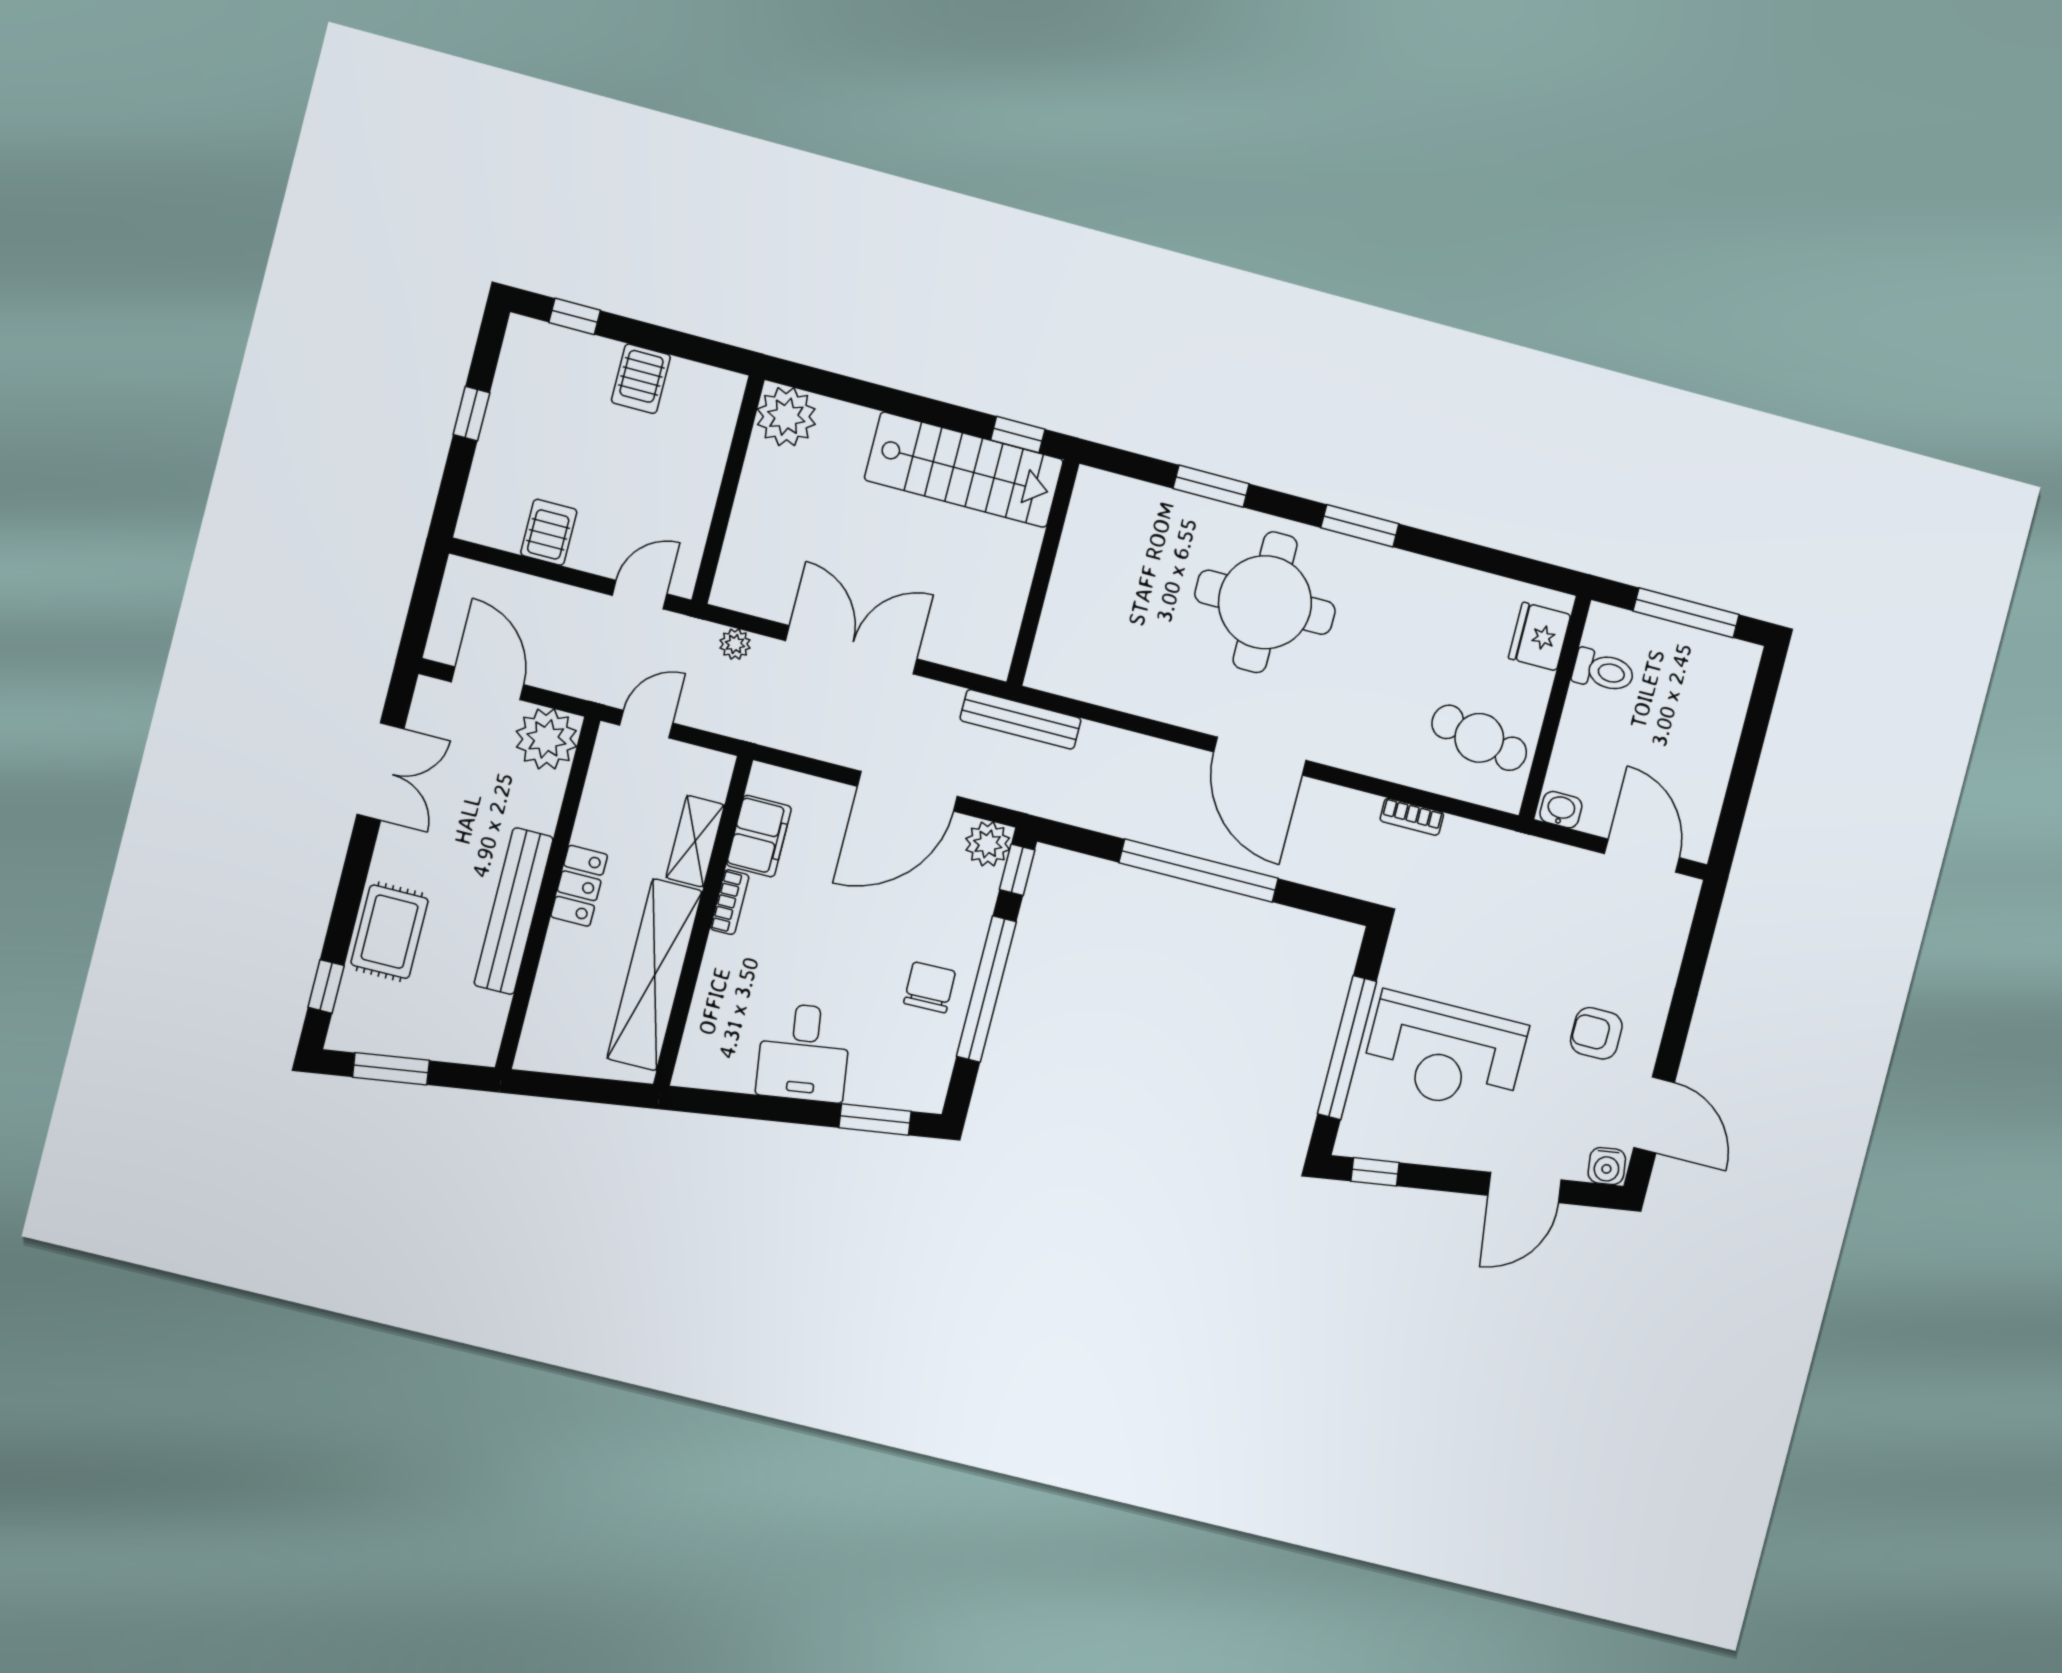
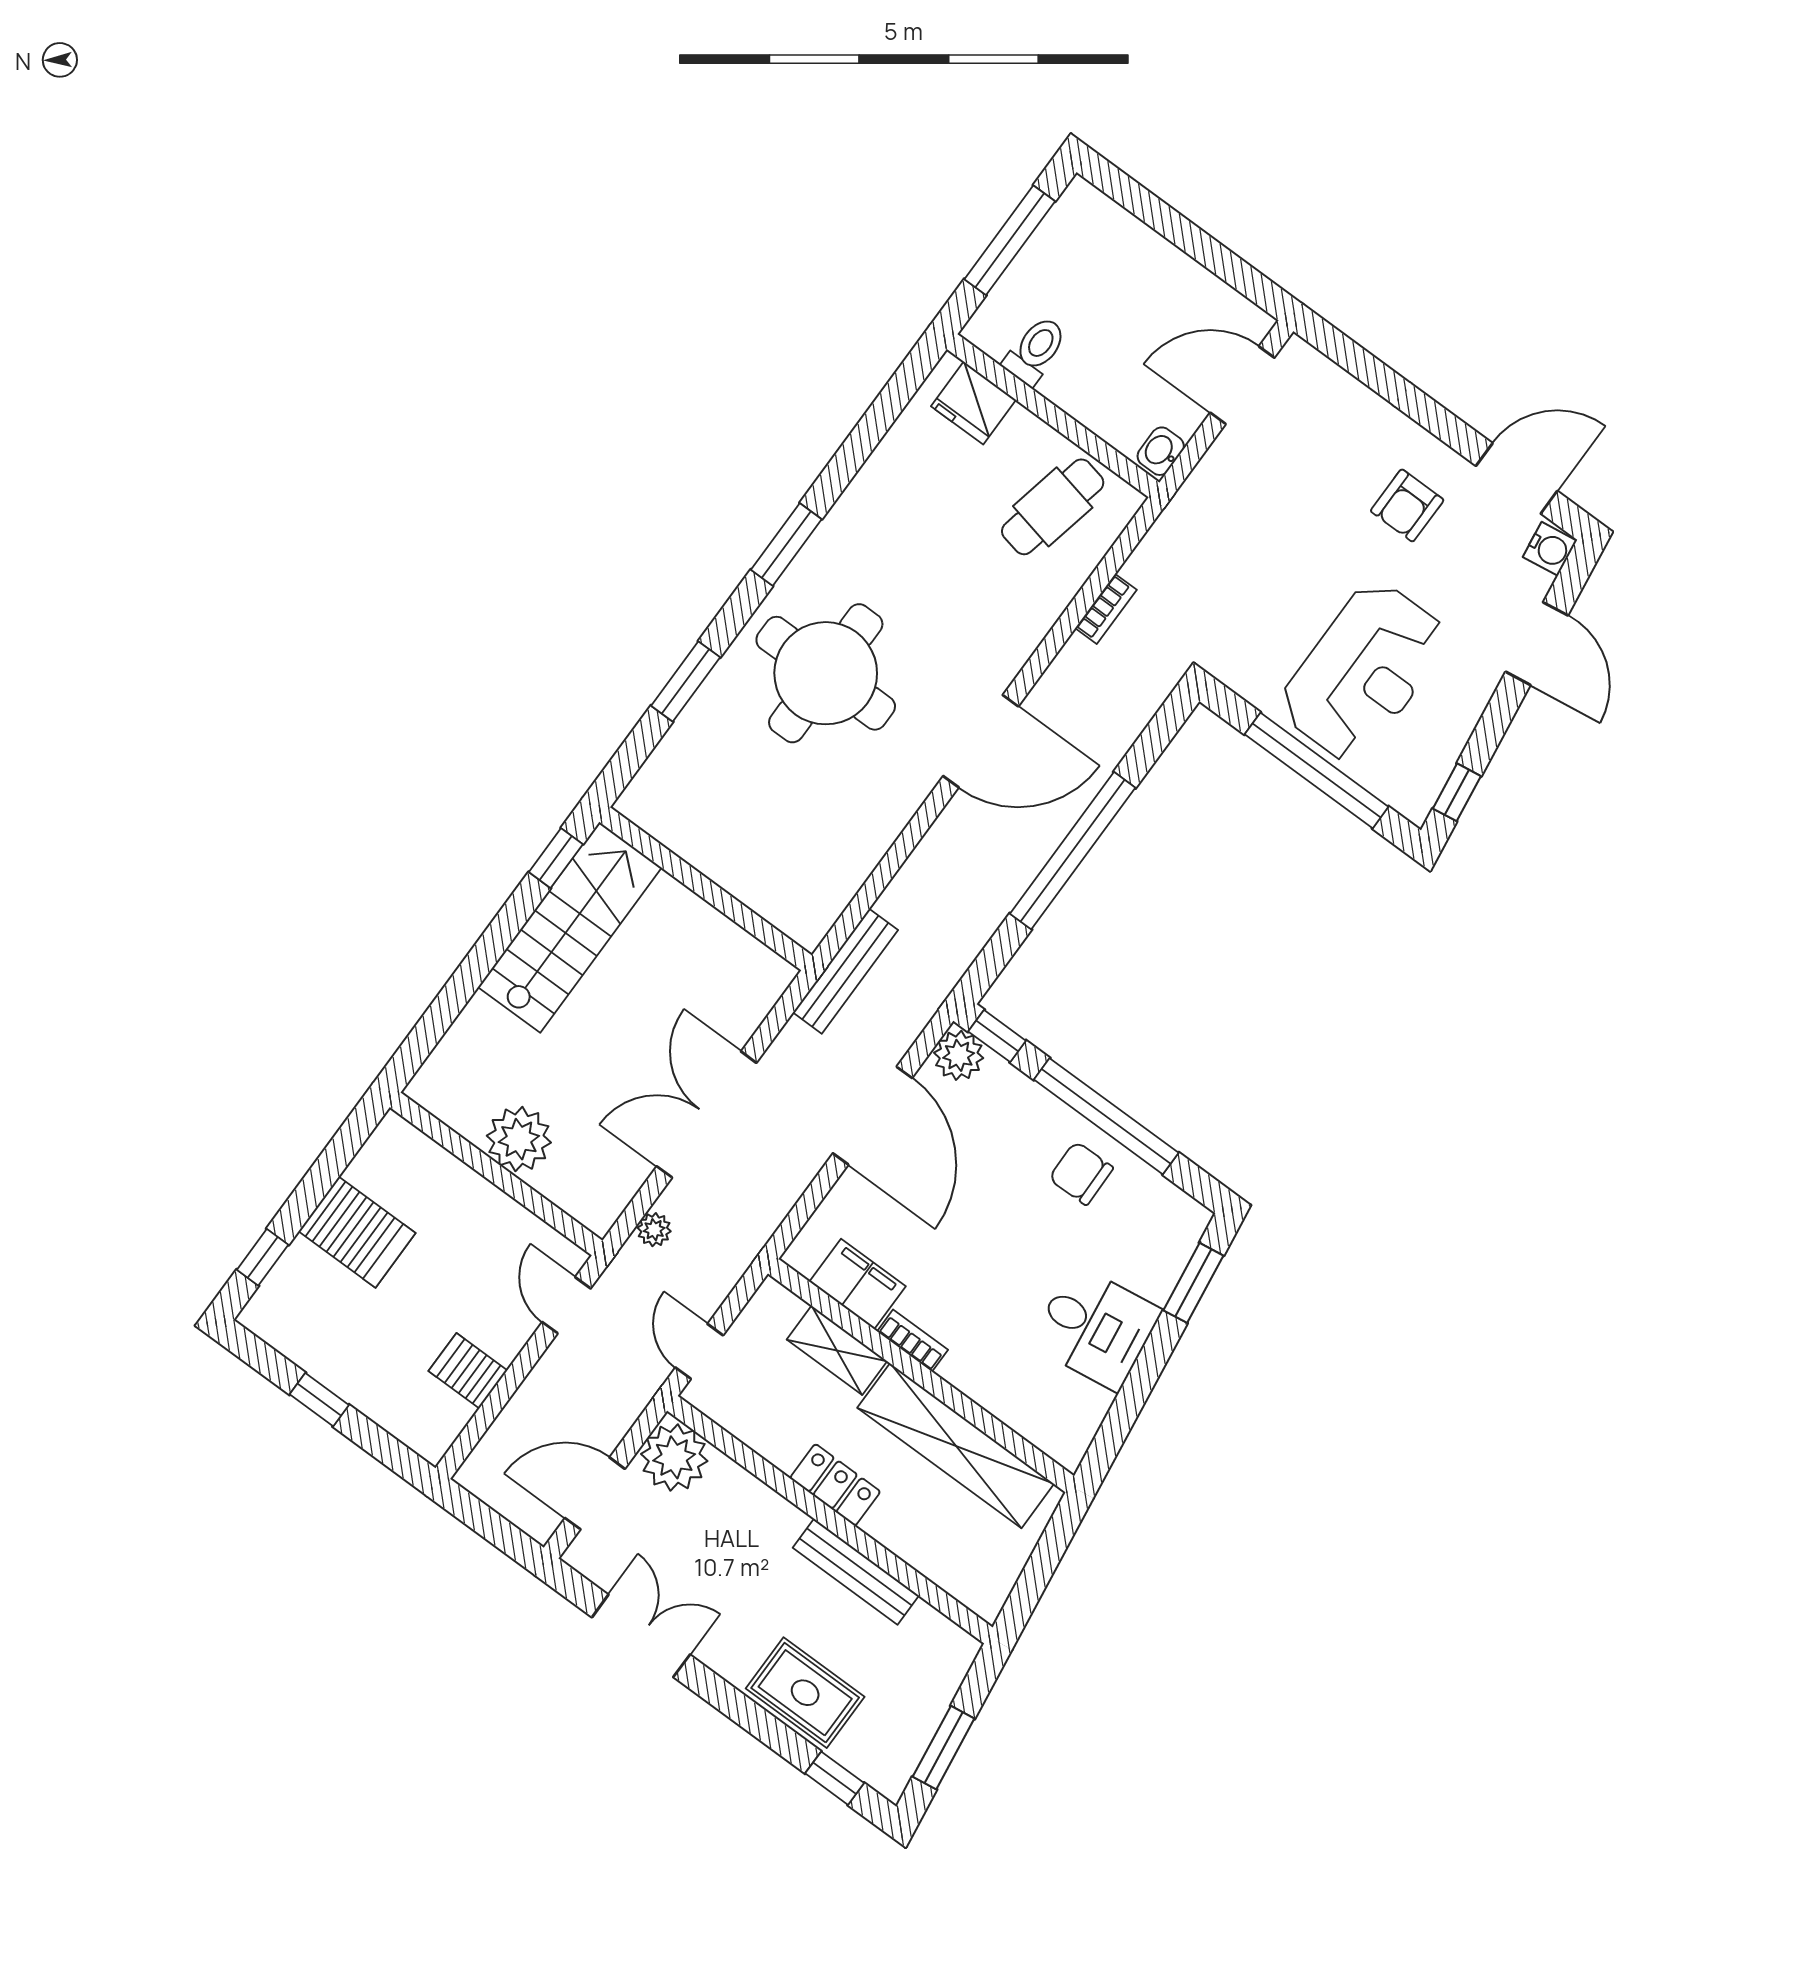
server rack: (641, 379) -> (357, 1232), width x1.36, depth x1.44
plant: (786, 417) -> (519, 1139), moved
bench: (514, 911) -> (856, 1572), width x0.73, depth x0.82

